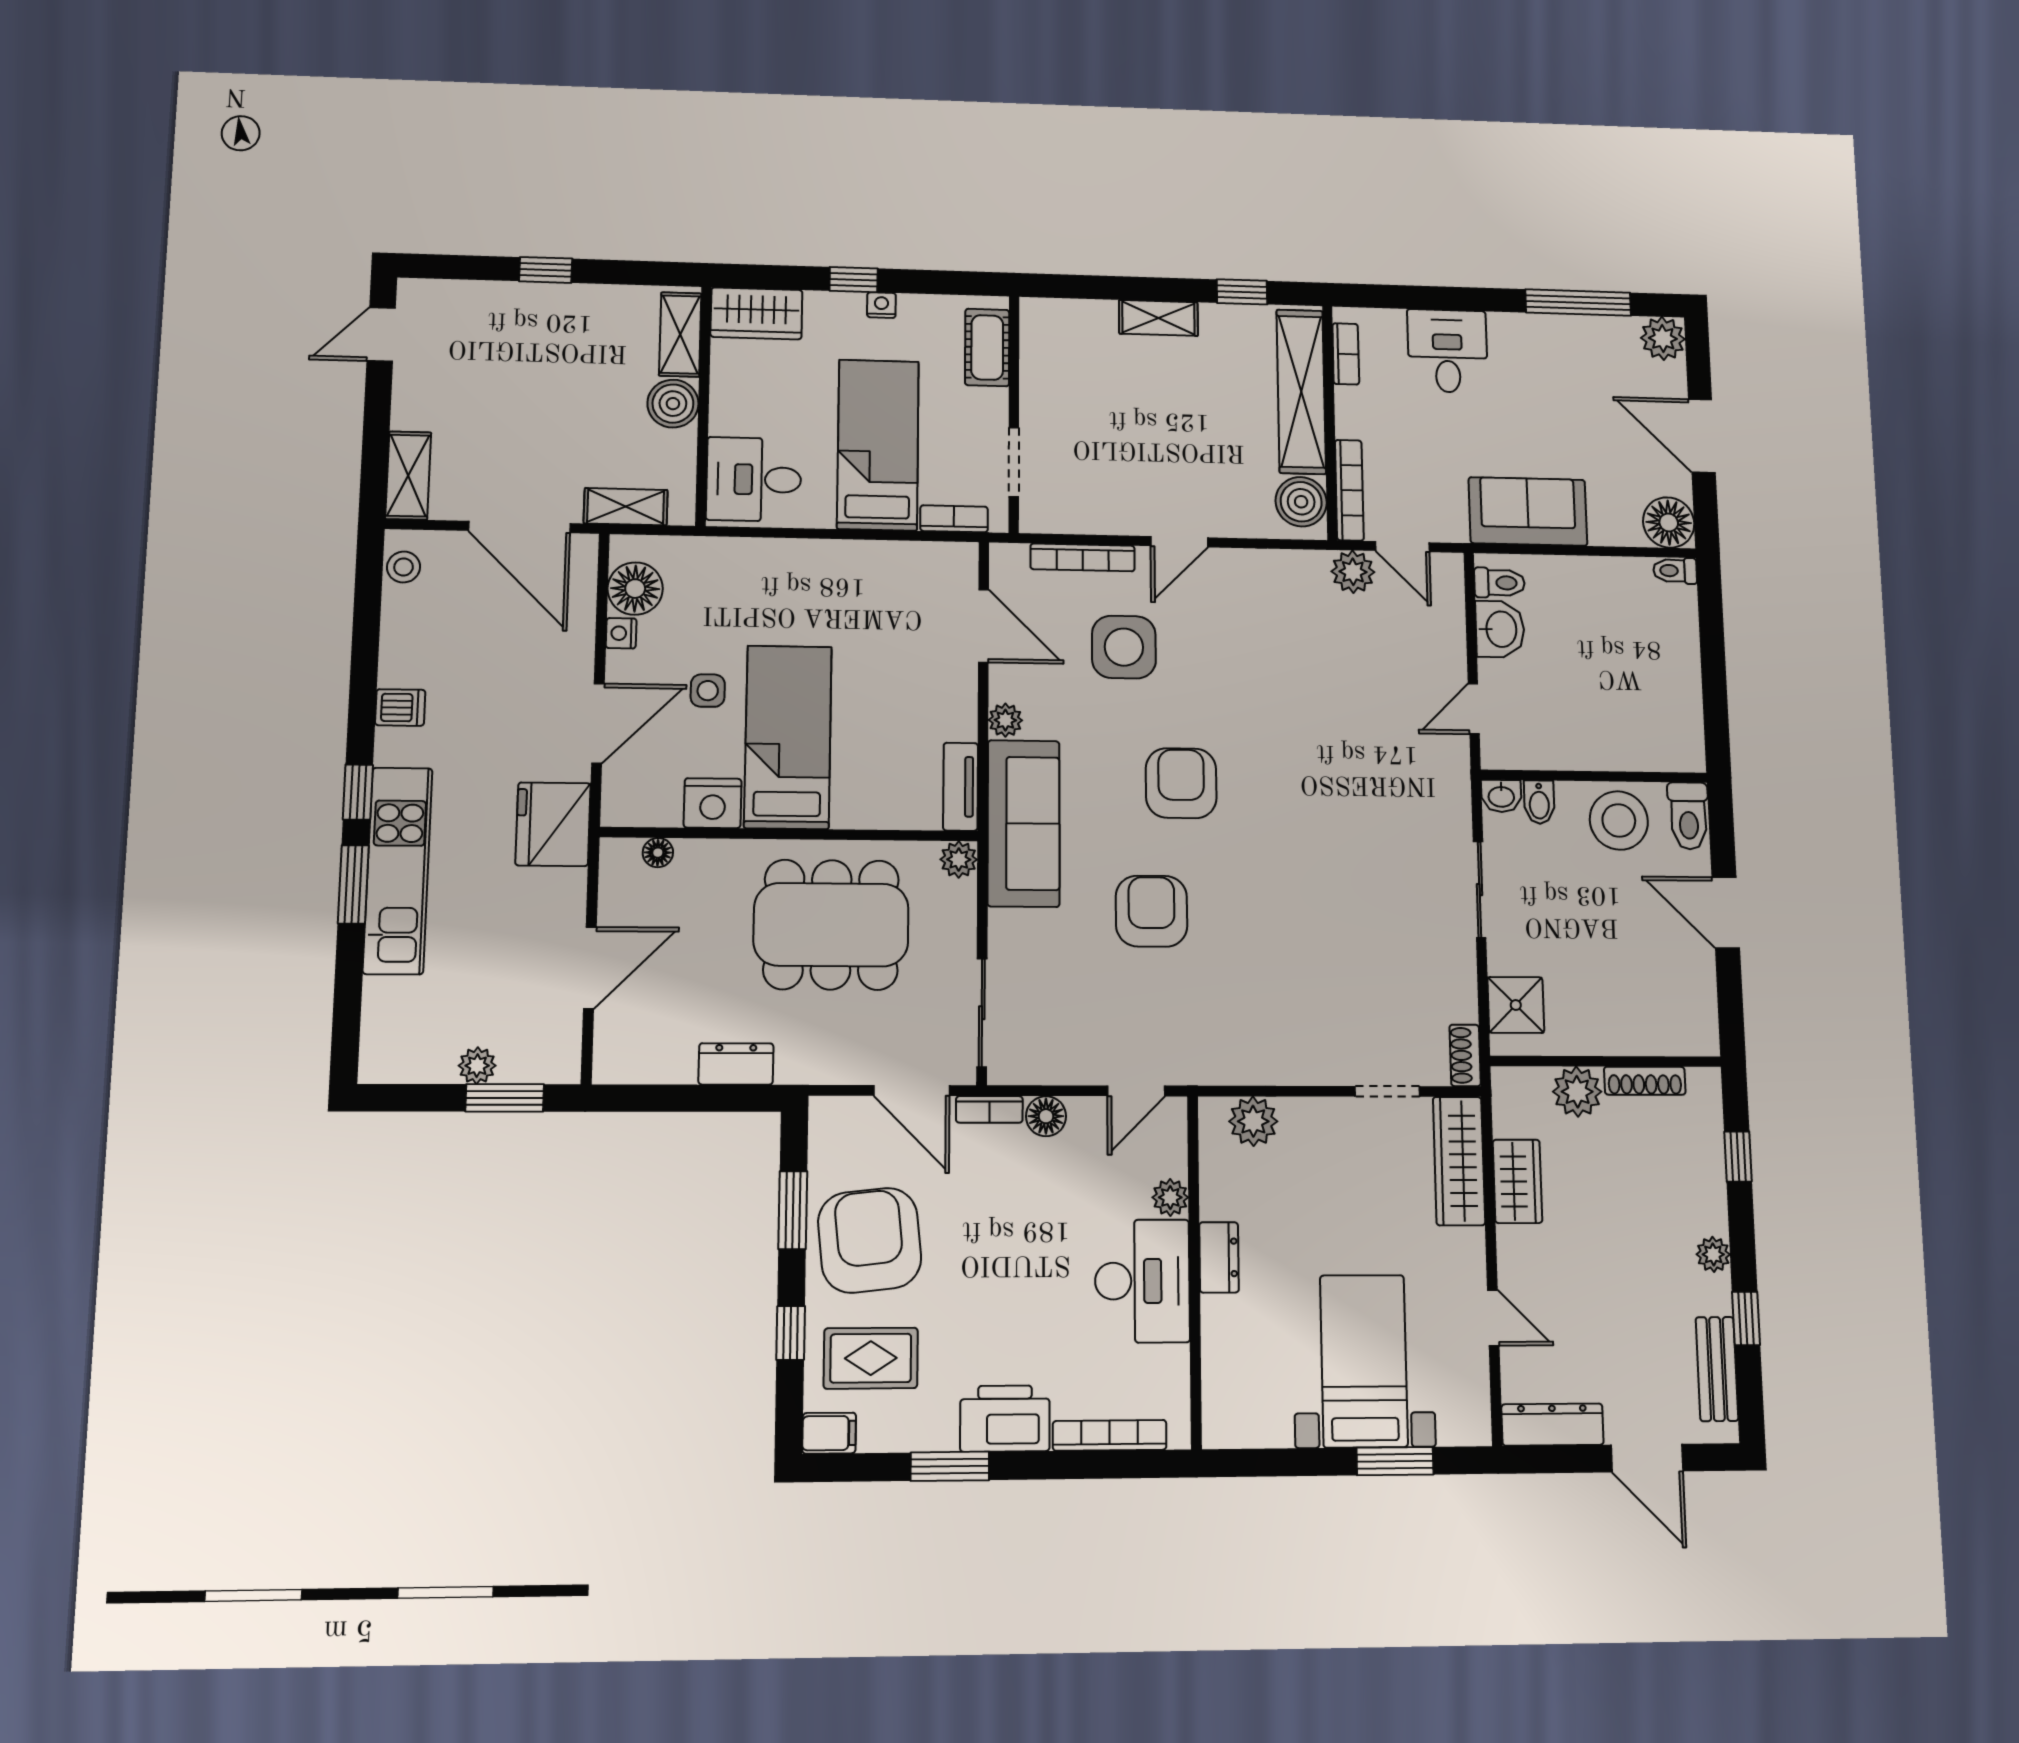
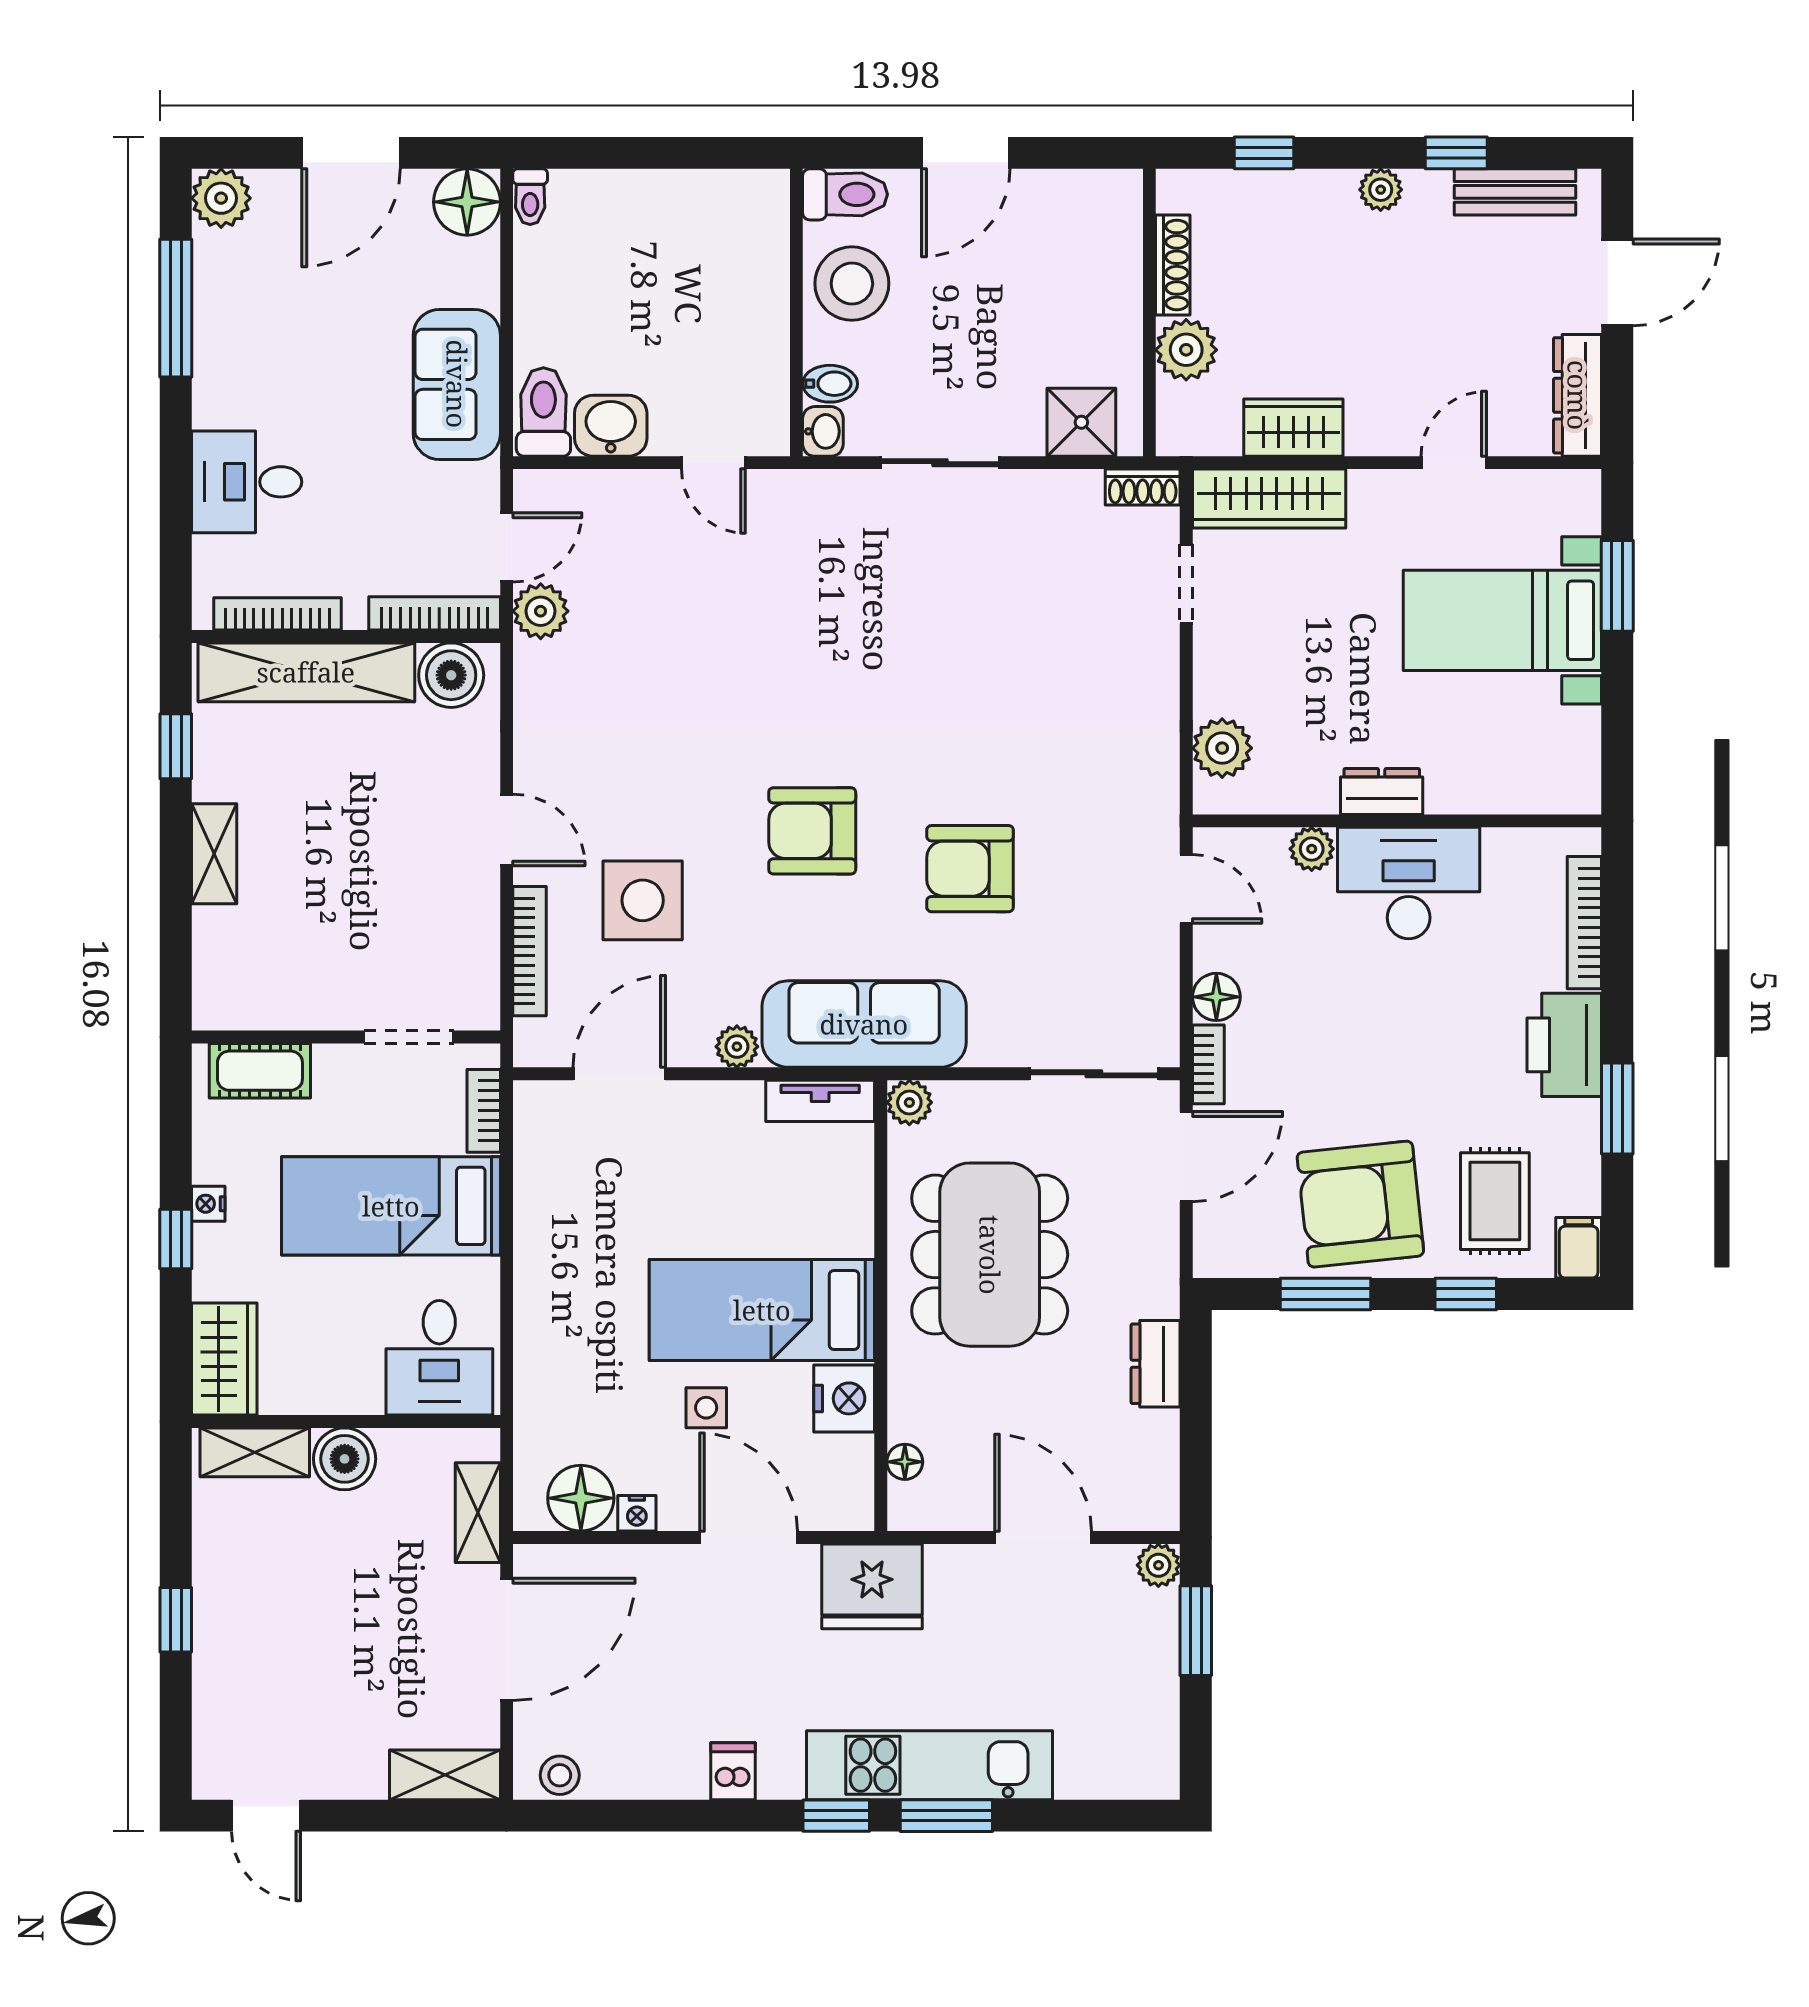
bookcase: (1346, 354) -> (277, 614), width x1.56
toilet: (1500, 583) -> (543, 412), width x1.37, depth x1.39
plant: (477, 1066) -> (1158, 1565), moved

